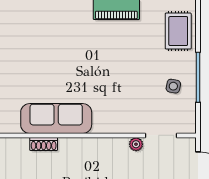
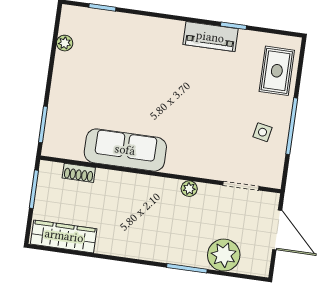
shoe rack: (44, 144) -> (79, 173), moved
plant: (136, 144) -> (189, 189), moved

